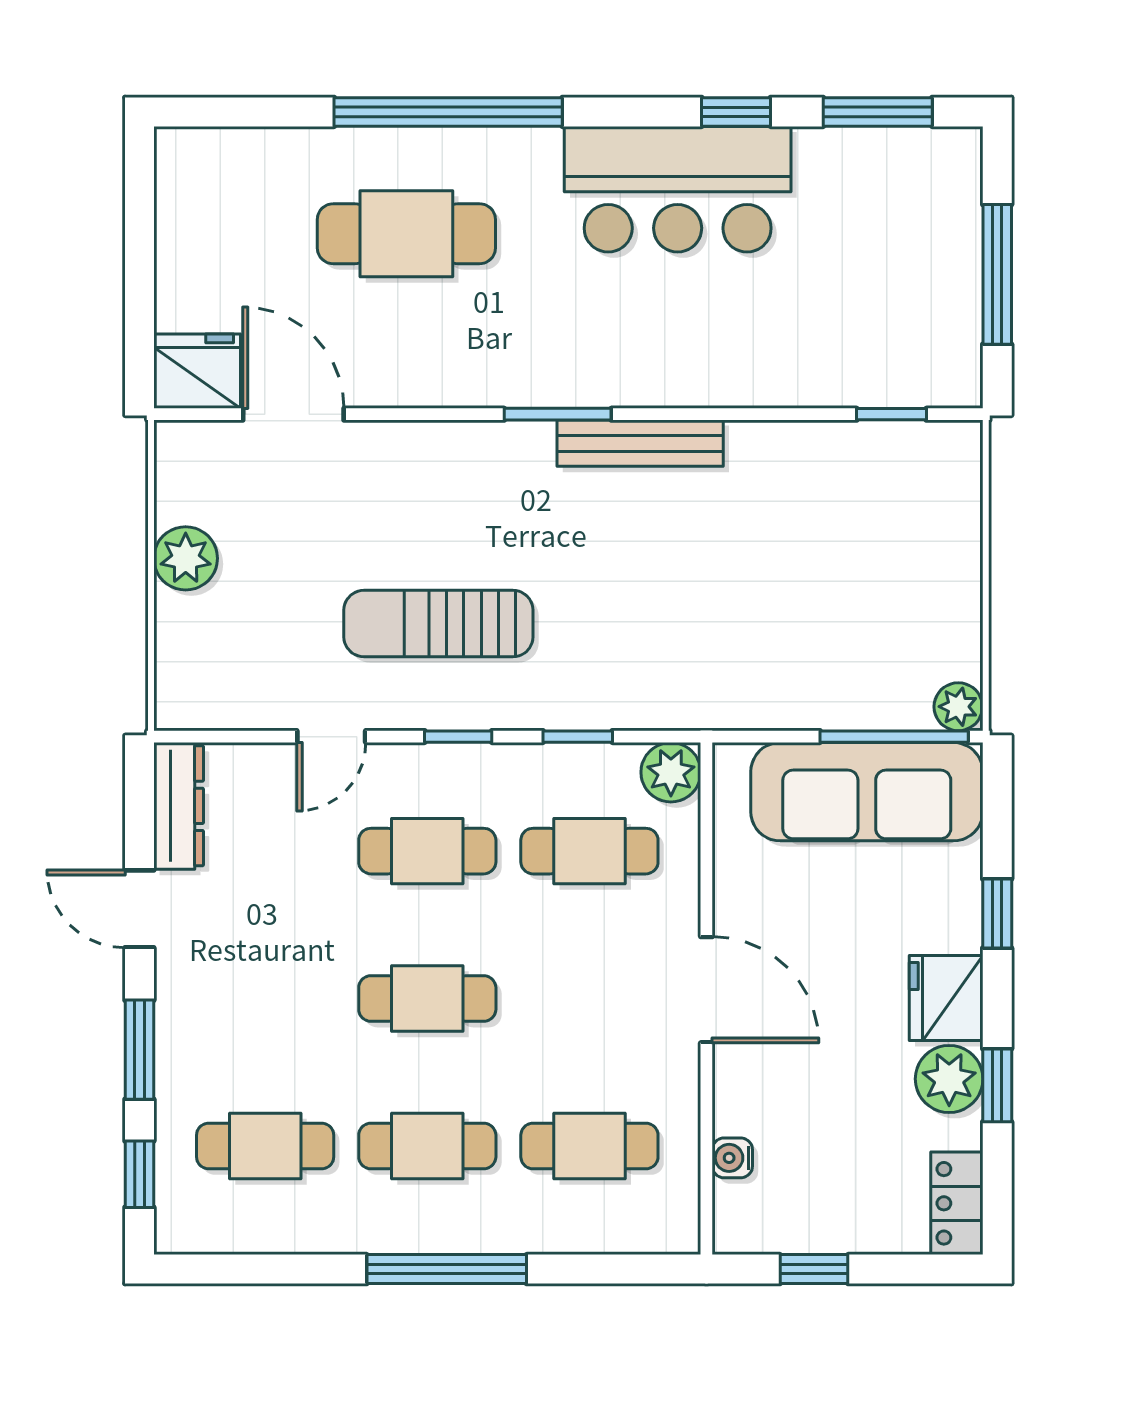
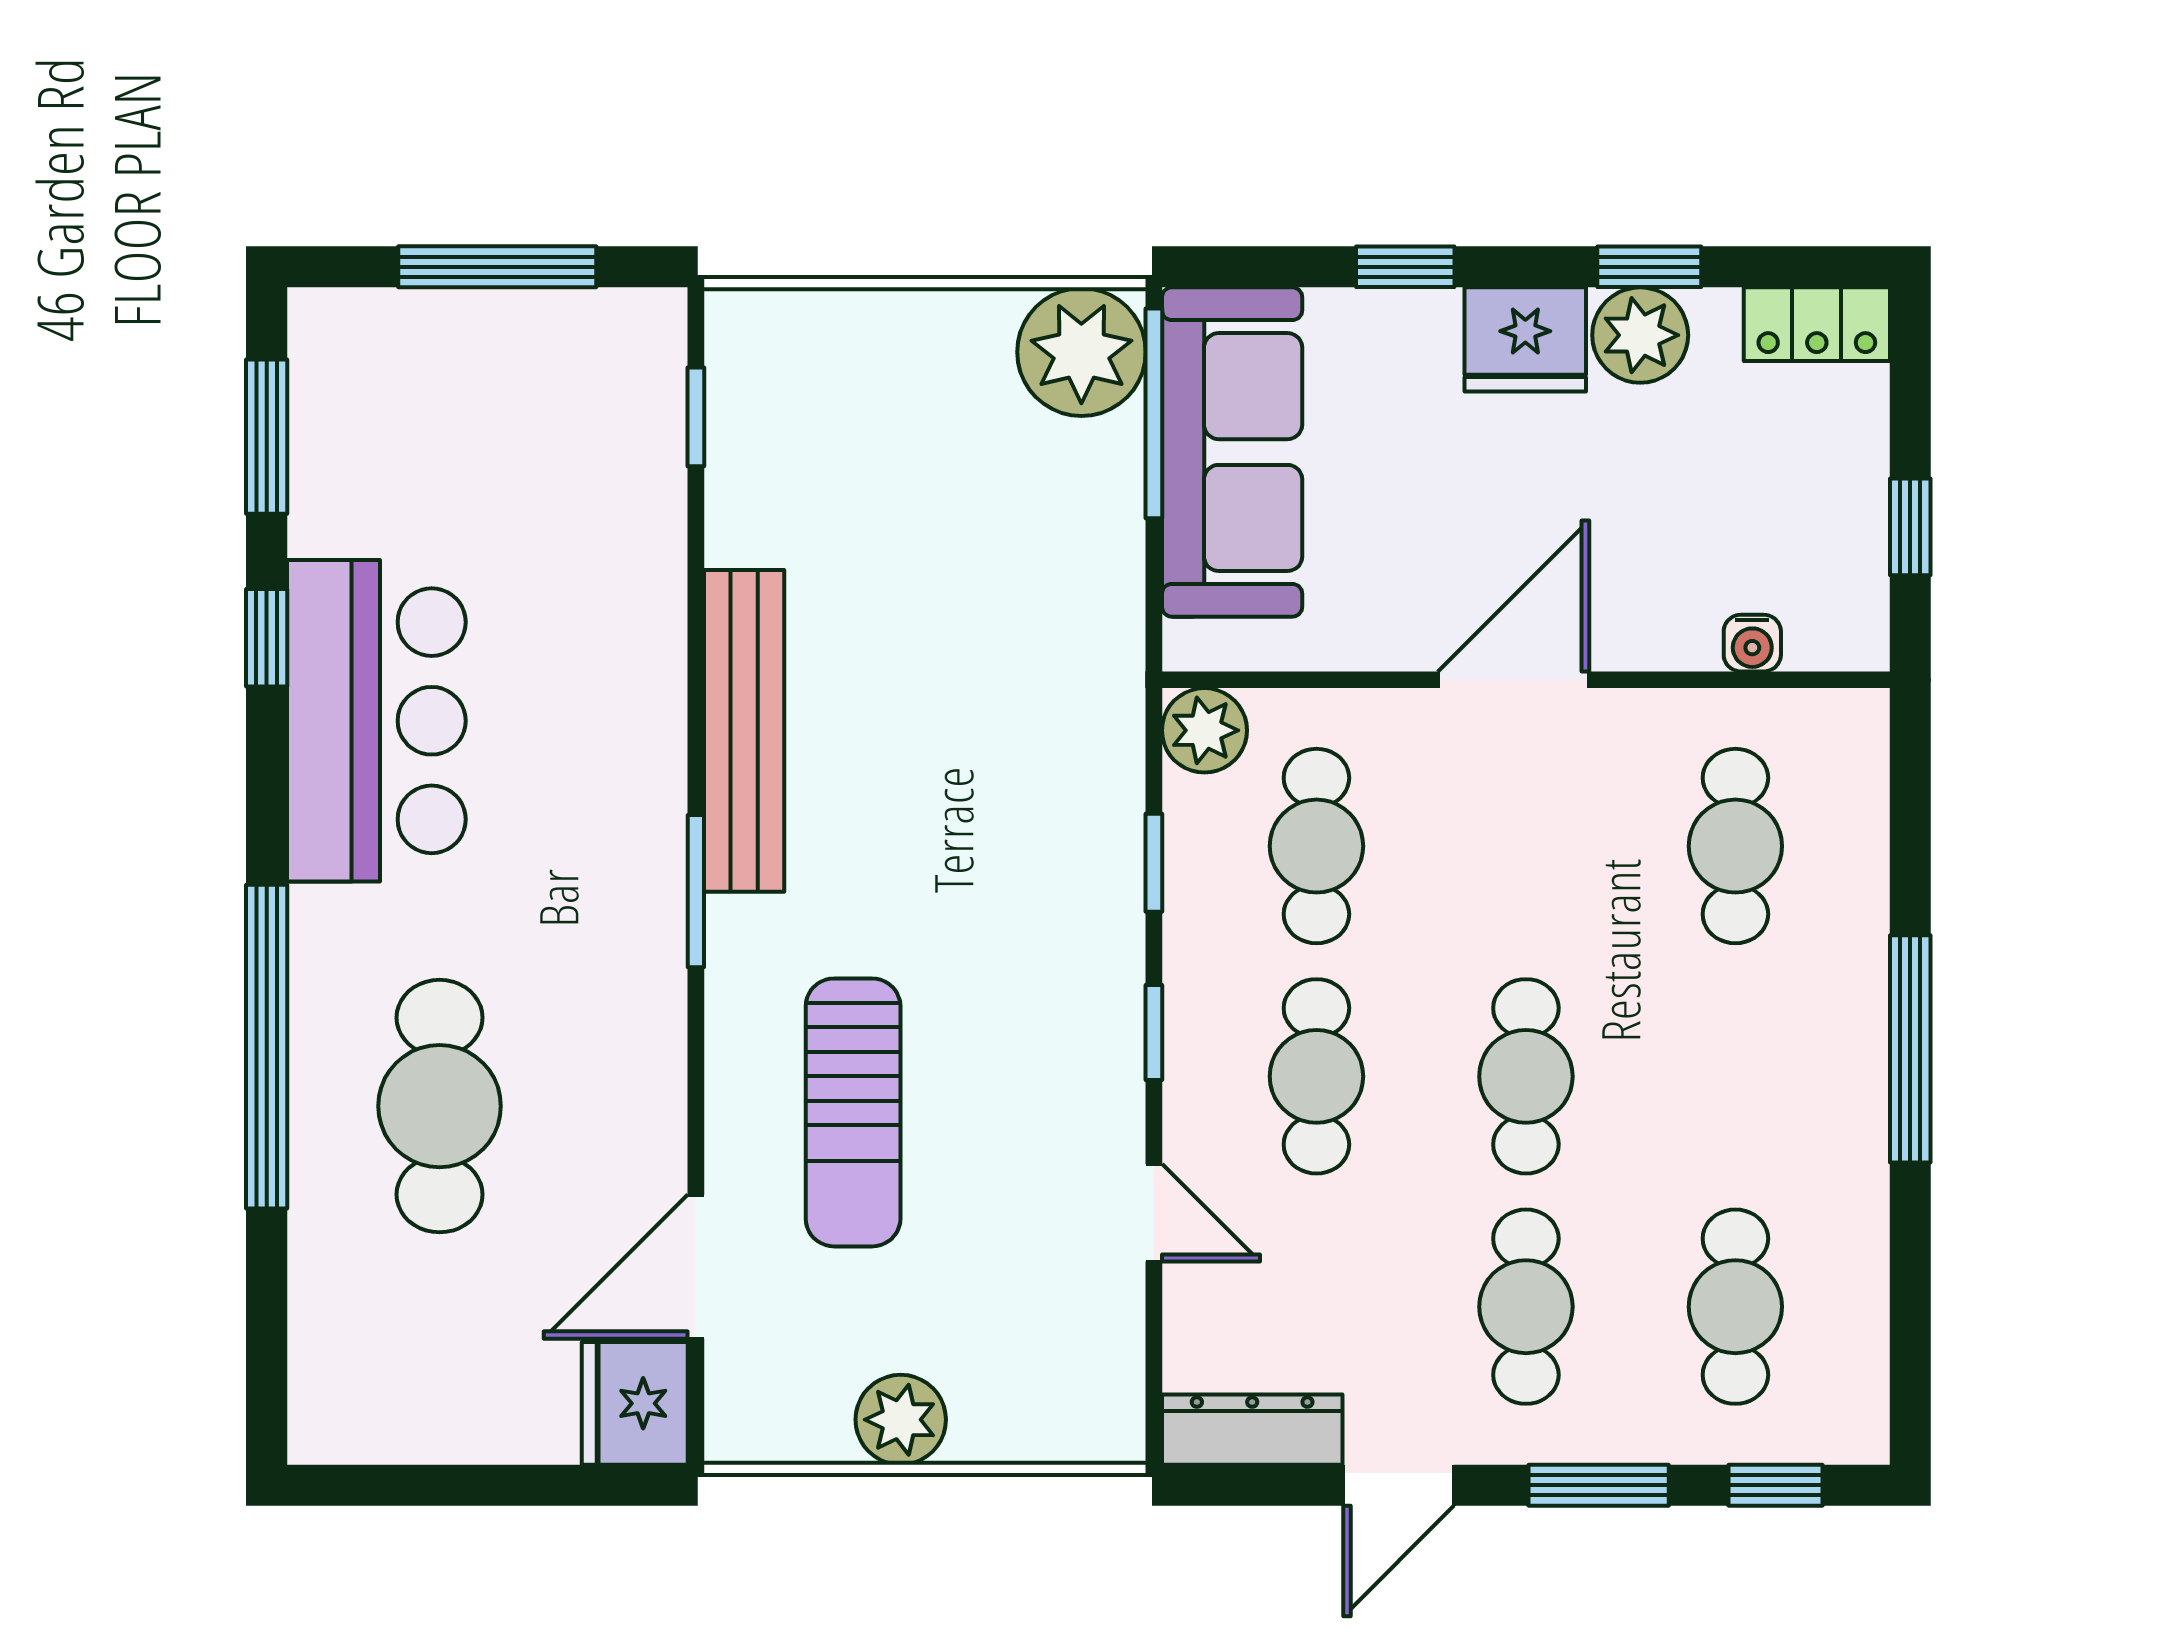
bench: (640, 443) -> (744, 731), width x1.37, depth x1.21
sun lounger: (438, 624) -> (853, 1112), moved
plant: (958, 707) -> (1081, 352), width x1.88, depth x1.88
cafe table: (427, 1146) -> (1526, 1307), moved

